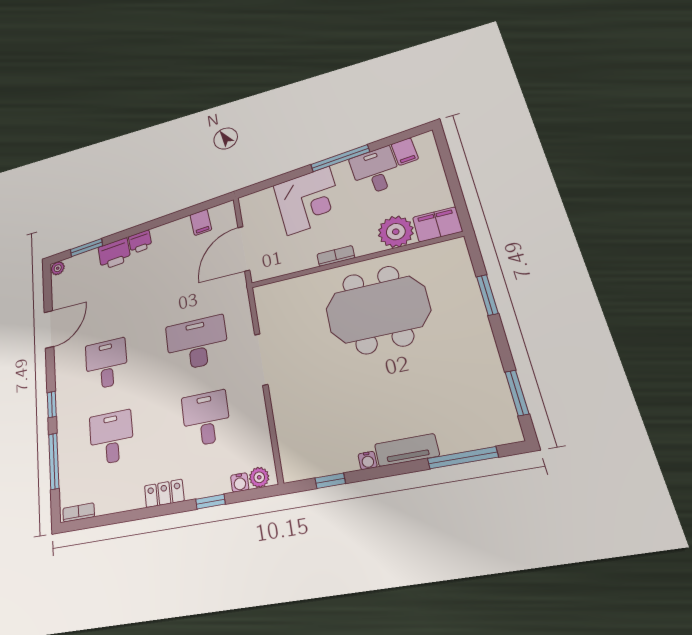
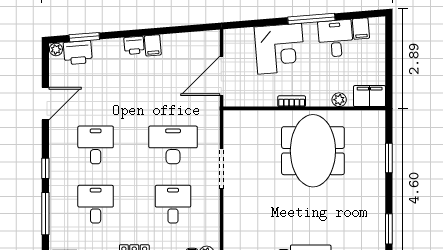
filing cabinet: (201, 222) -> (153, 45), moved
plant: (396, 232) -> (339, 100), width x0.53, depth x0.53
printer: (114, 254) -> (78, 53), moved
meeting table: (377, 310) -> (313, 151), turned 90

